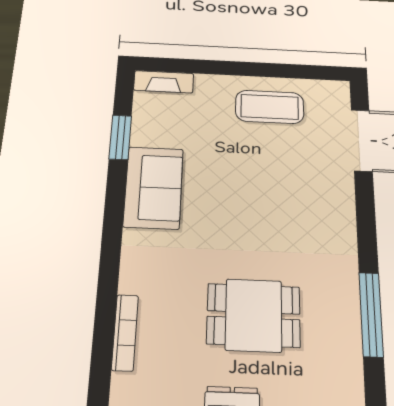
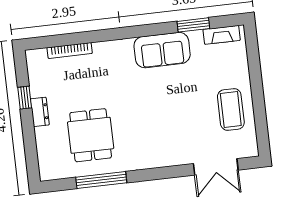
fireplace: (164, 82) -> (222, 35), moved, turned -90
dining table: (254, 315) -> (91, 135), moved

